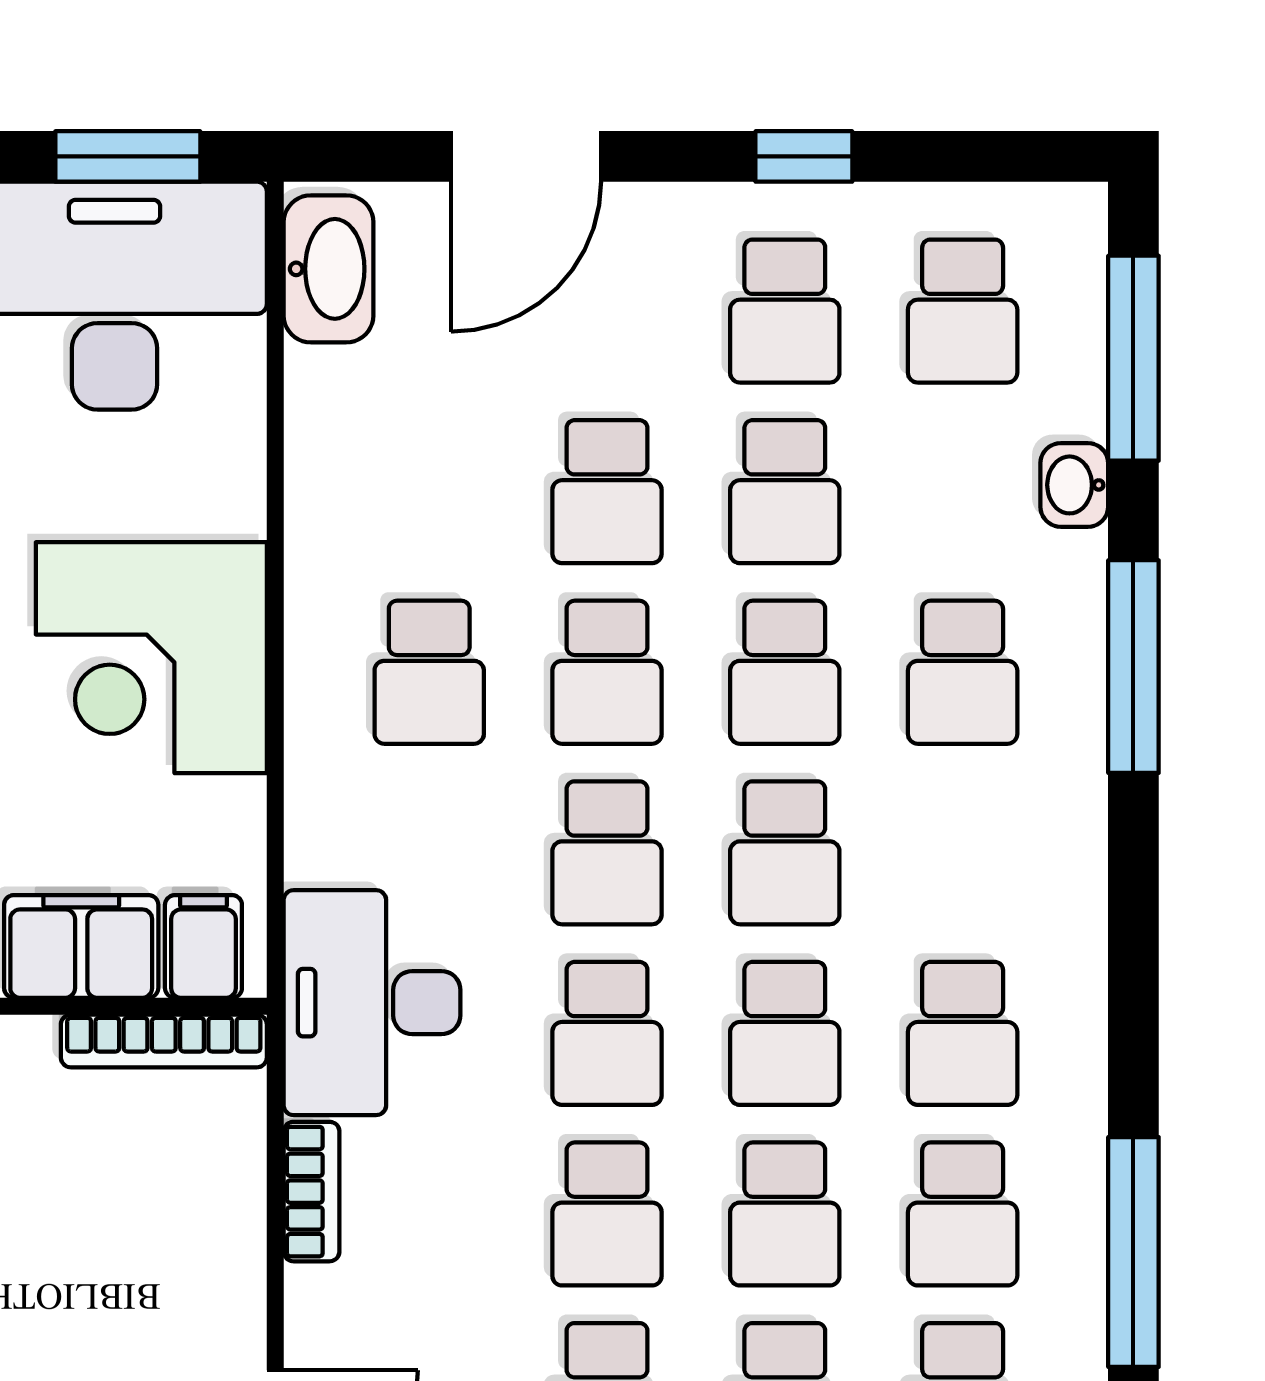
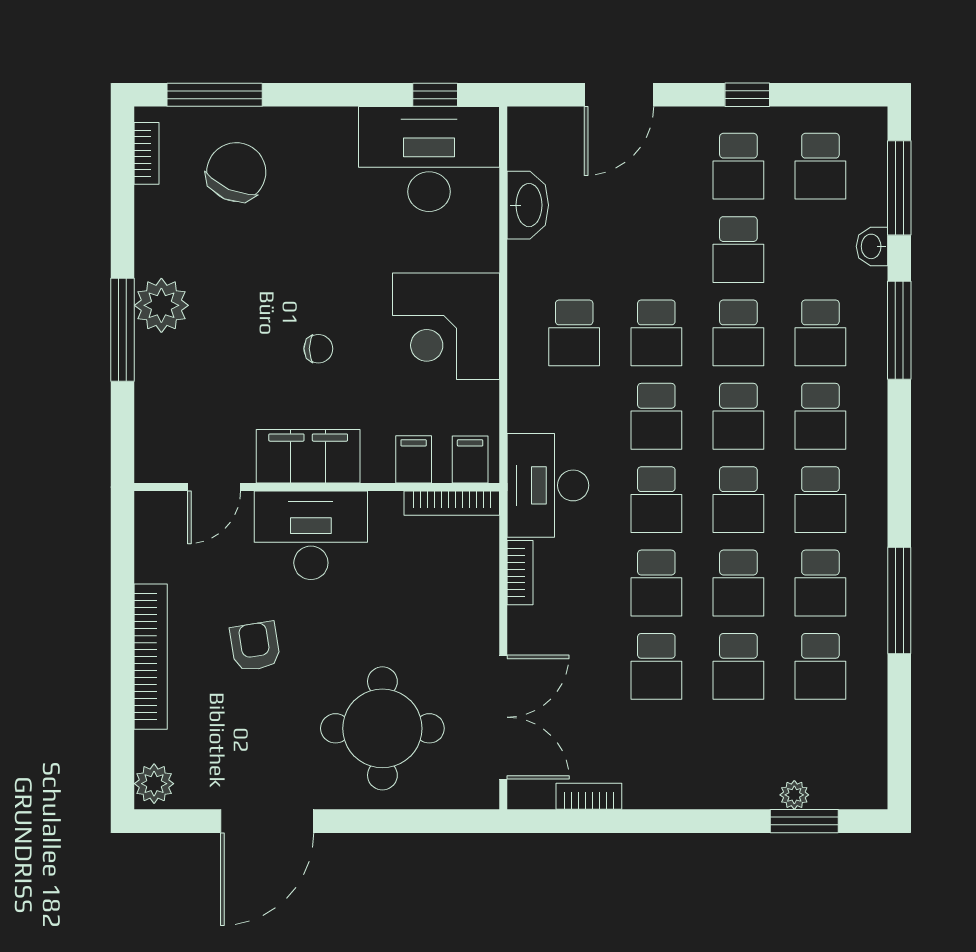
window: (128, 156) -> (435, 95), width x0.67
washbasin: (329, 269) -> (528, 205), moved
school desk: (607, 492) -> (820, 416), moved
filing cabinet: (81, 946) -> (414, 459), width x0.50

